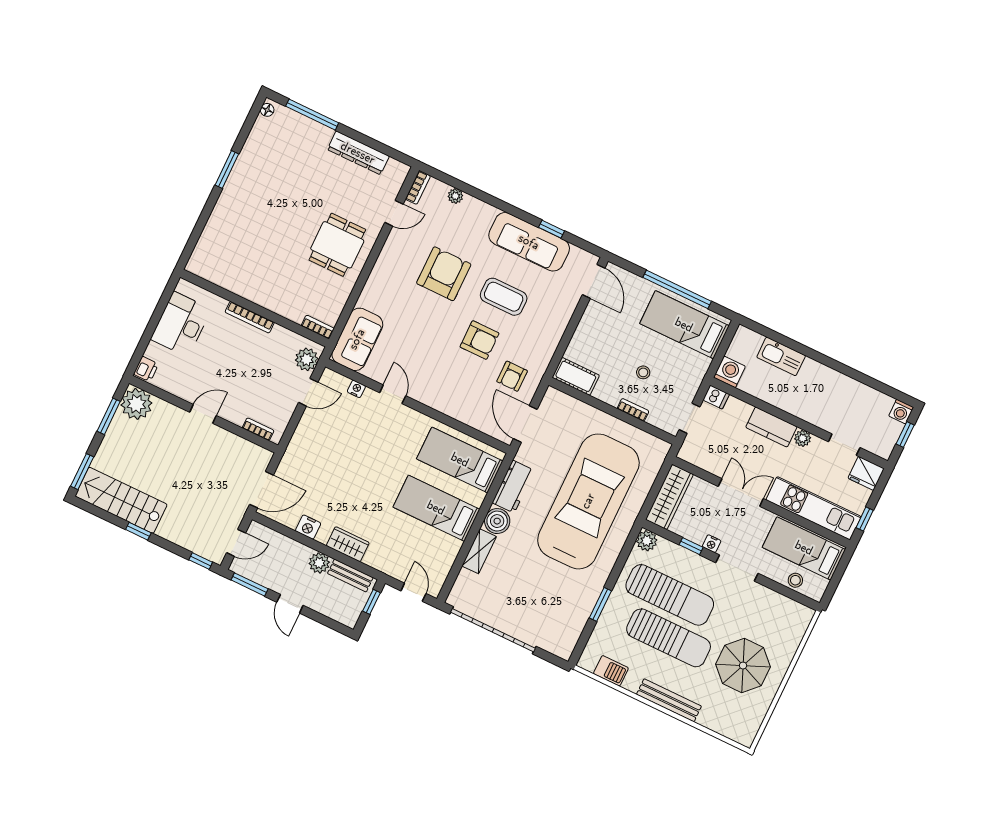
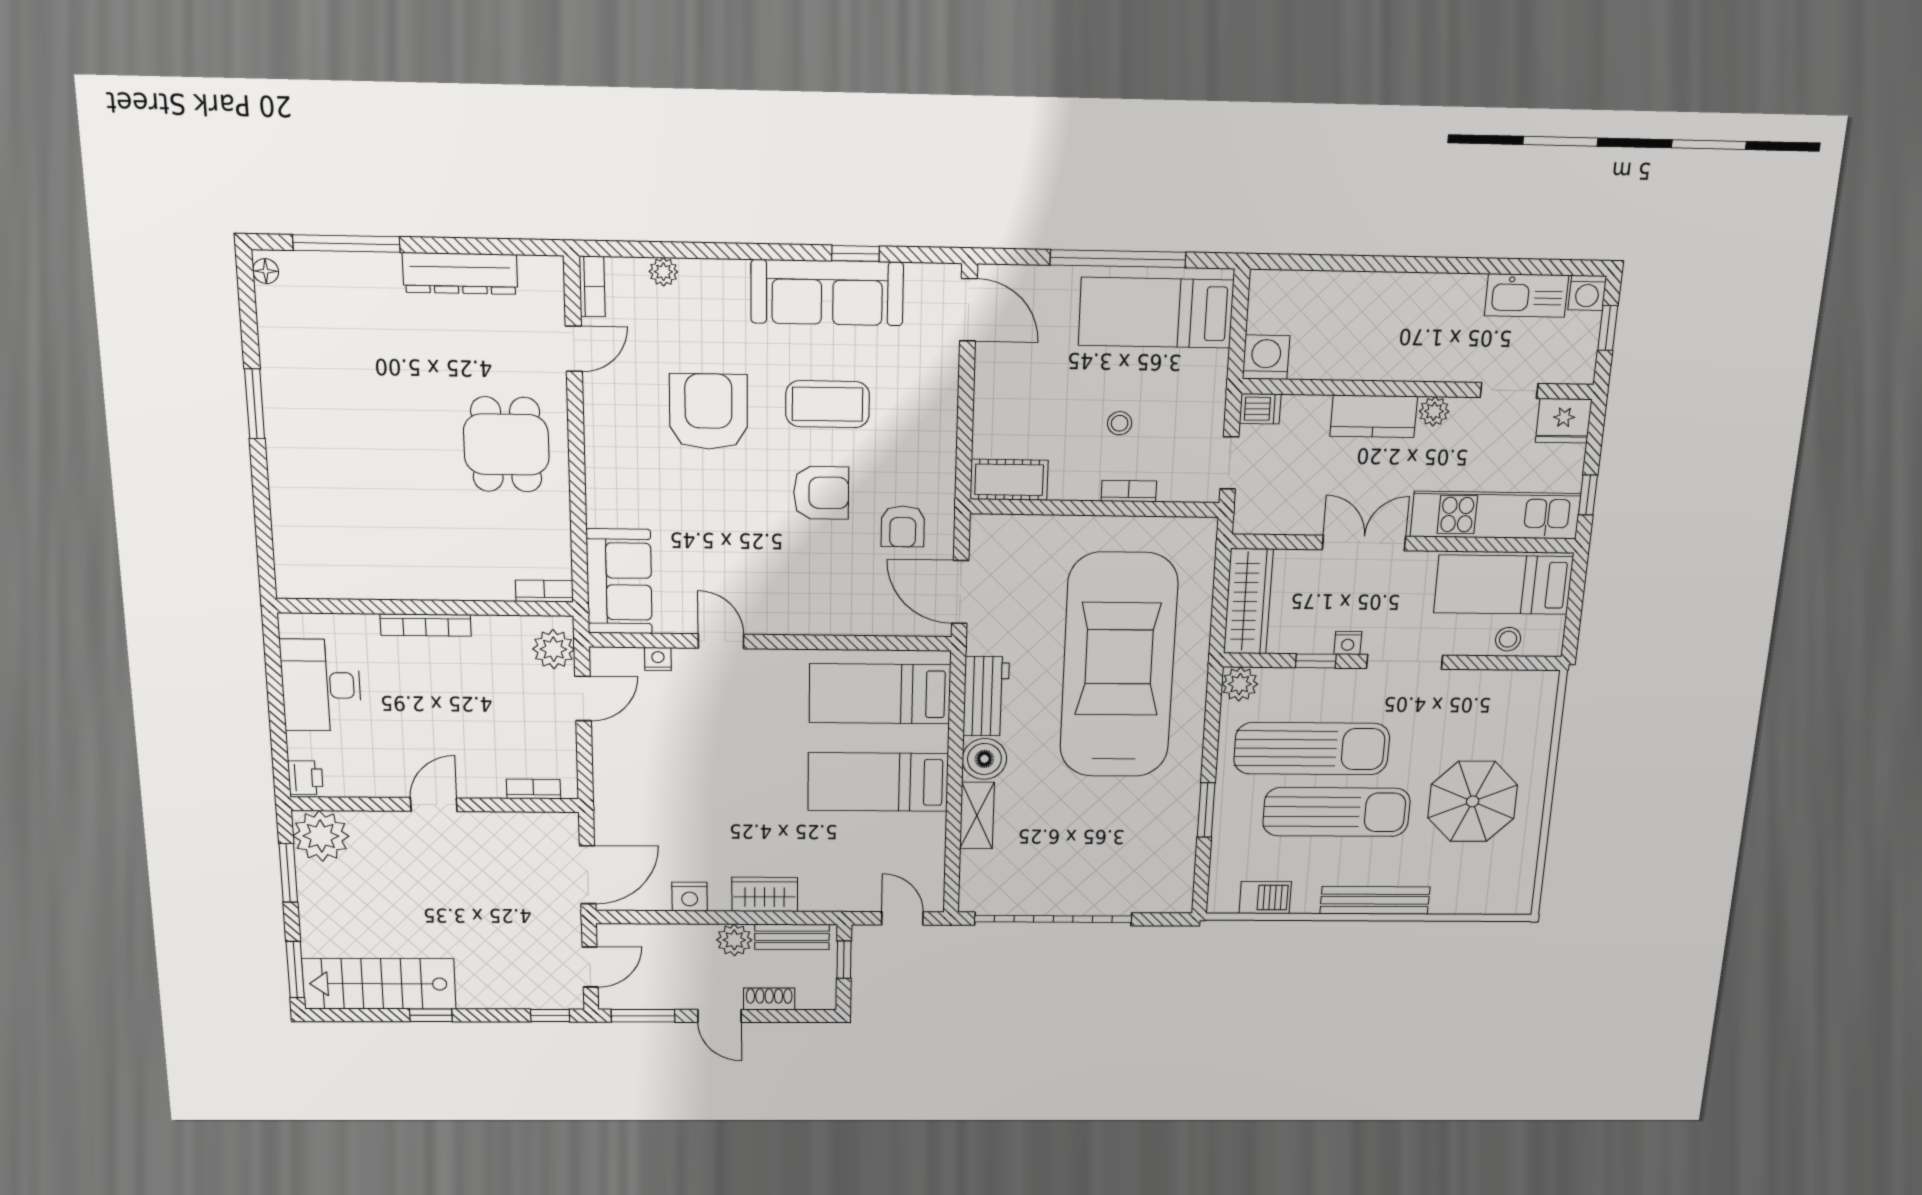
kitchen sink: (781, 356) -> (1527, 295), moved
shoe rack: (321, 606) -> (769, 999), added

